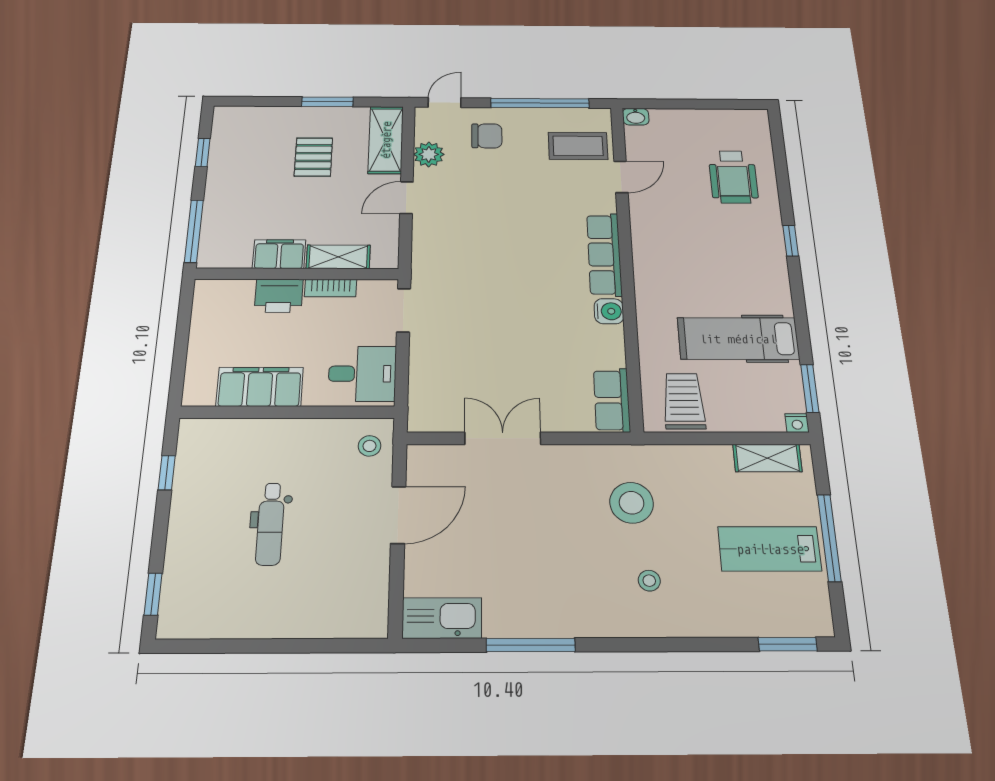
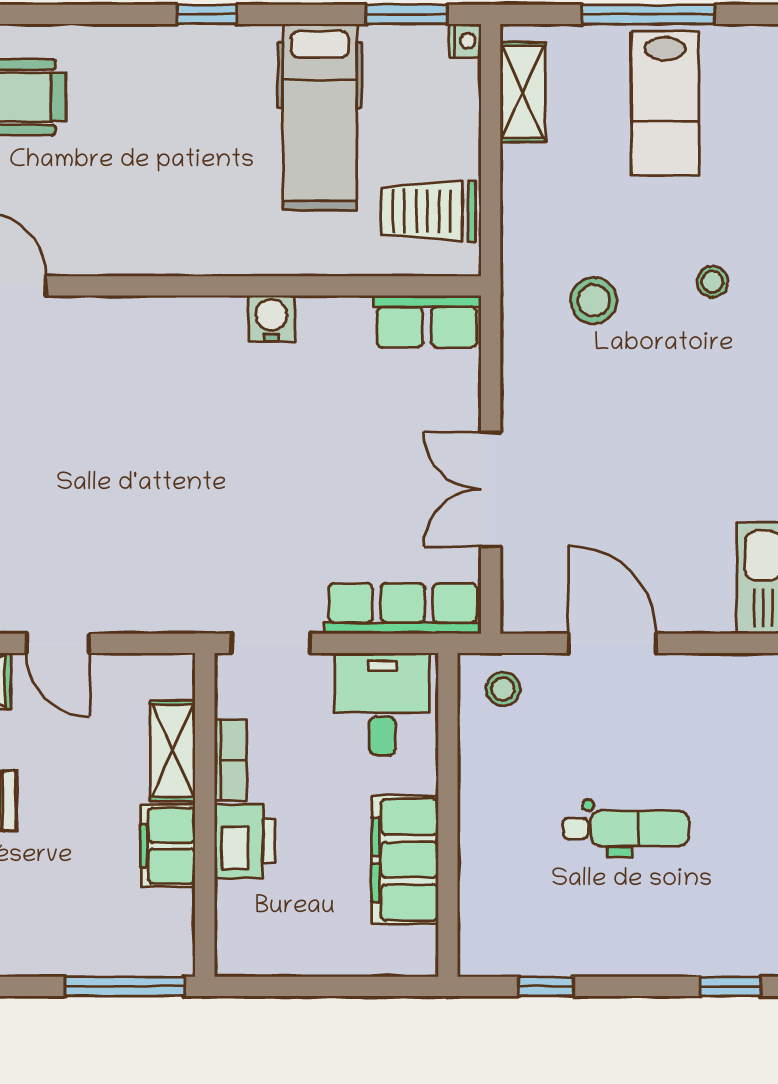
window: (791, 241) -> (207, 14), moved
row of seats: (604, 254) -> (403, 608), moved, turned 180
stool: (632, 503) -> (594, 300), width x0.73, depth x0.73

